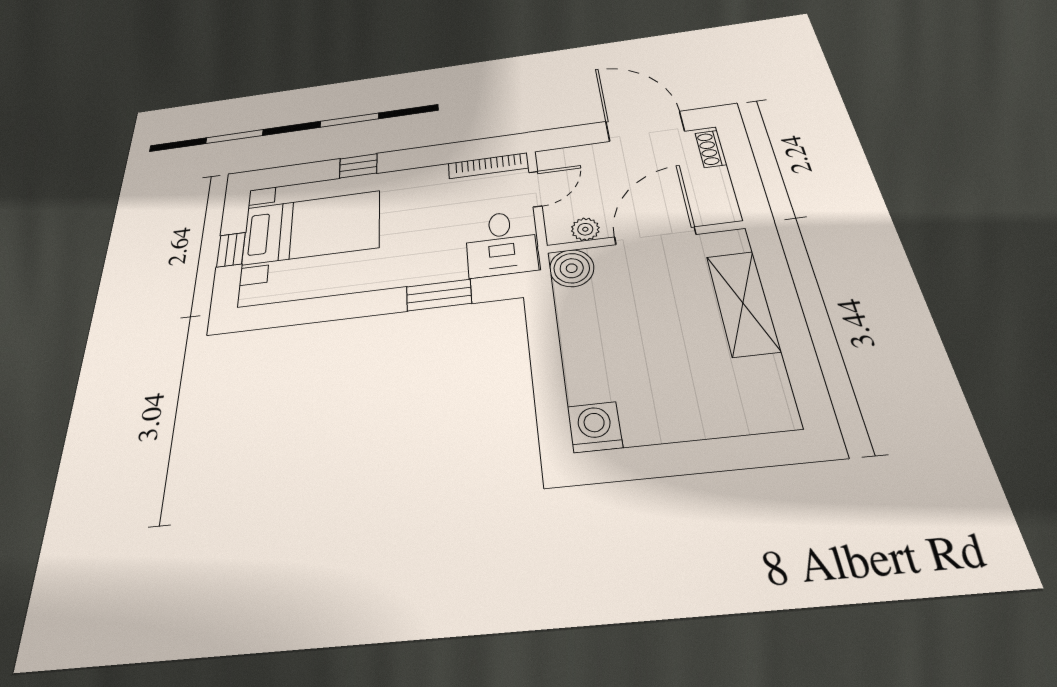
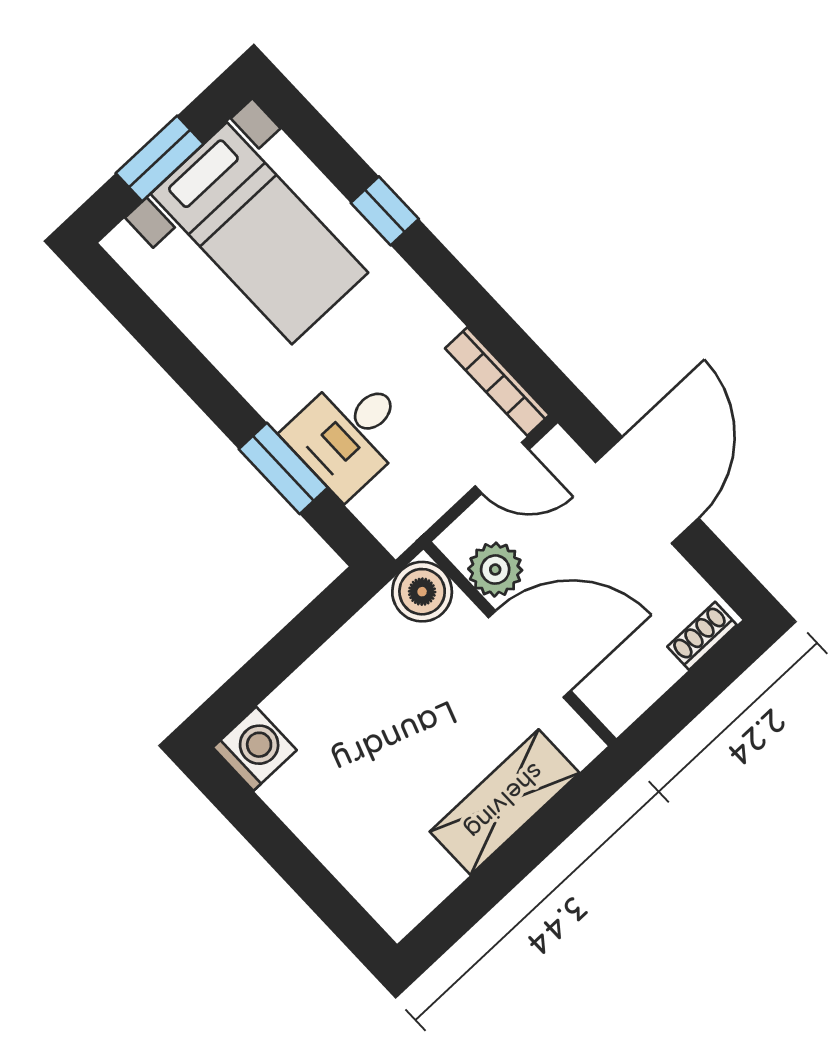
door: (645, 126) -> (647, 490), moved
plant: (585, 229) -> (495, 570), width x1.38, depth x1.38
desk: (501, 244) -> (349, 433), moved
window: (231, 250) -> (160, 159), width x1.50

